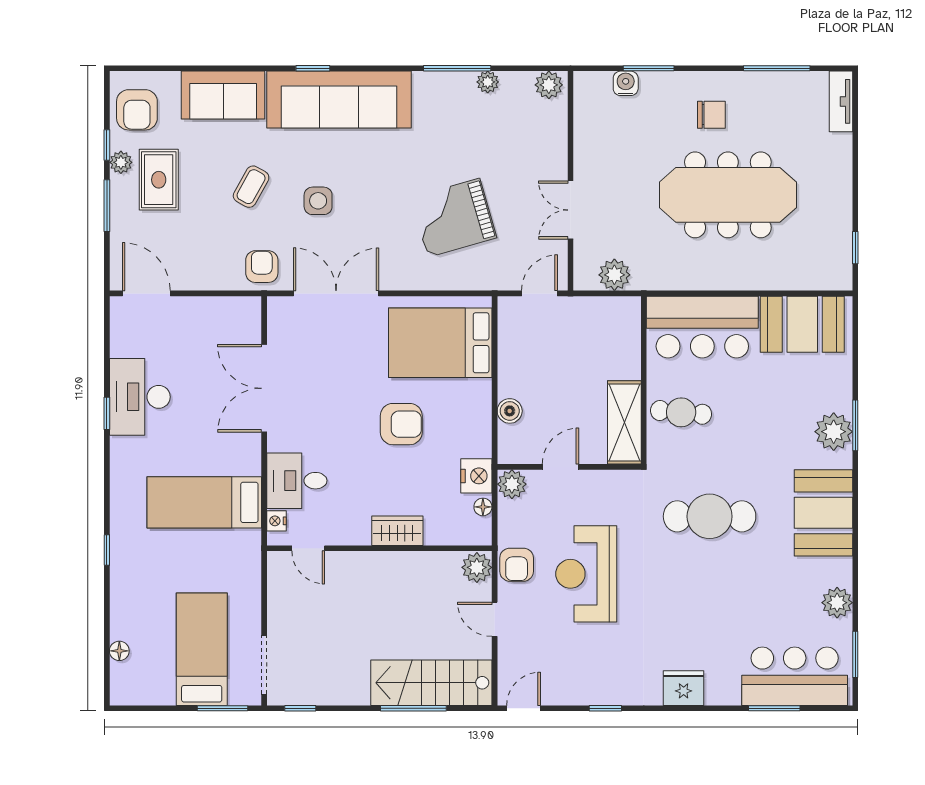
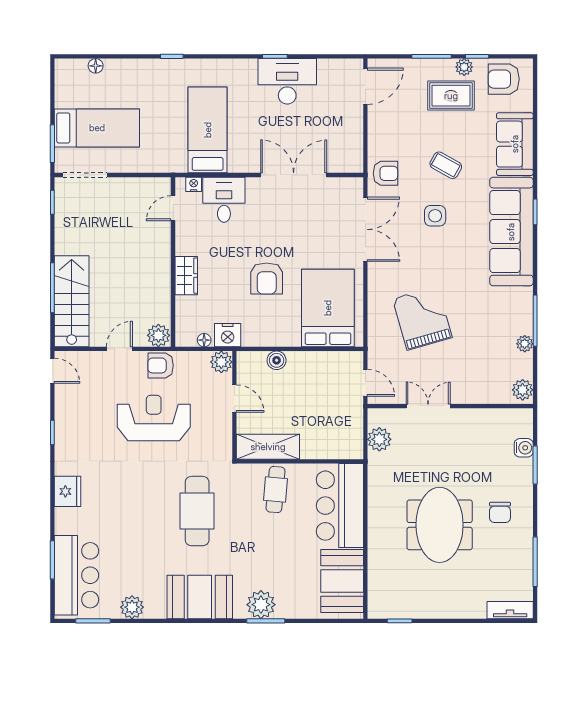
meeting table: (728, 195) -> (440, 525), width x0.73

